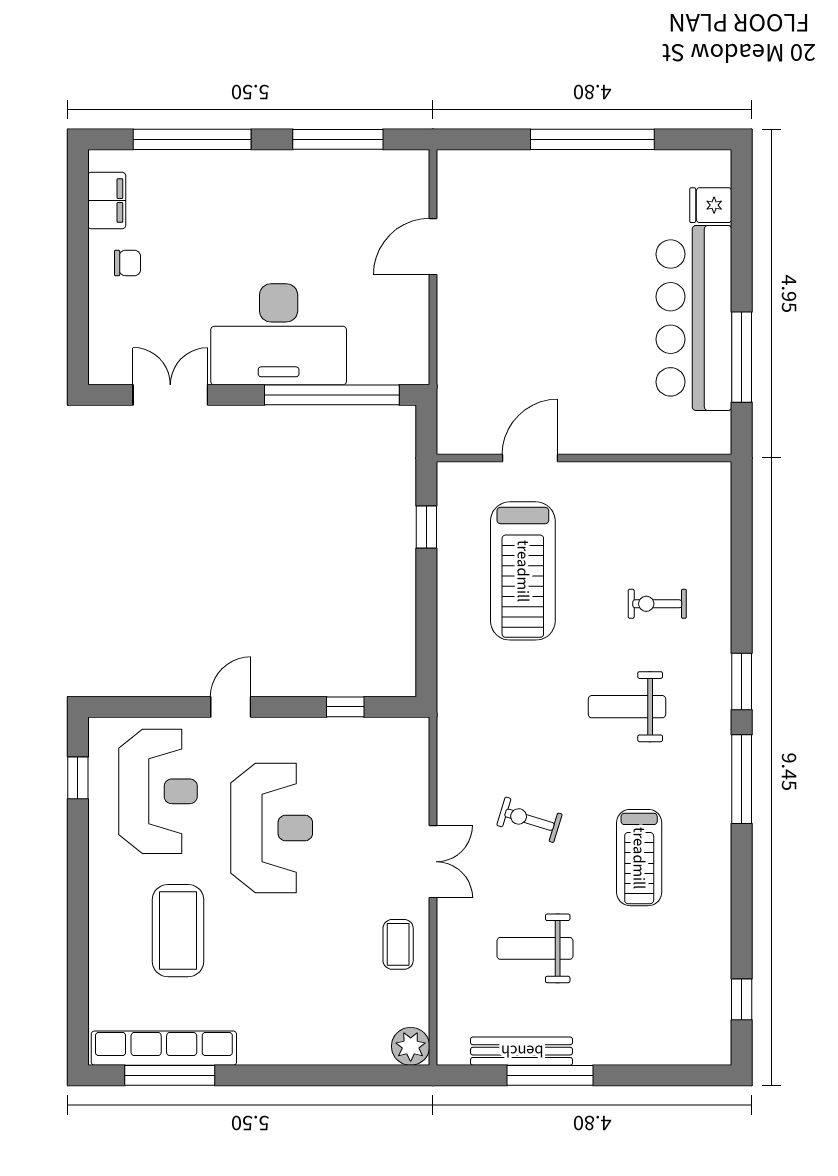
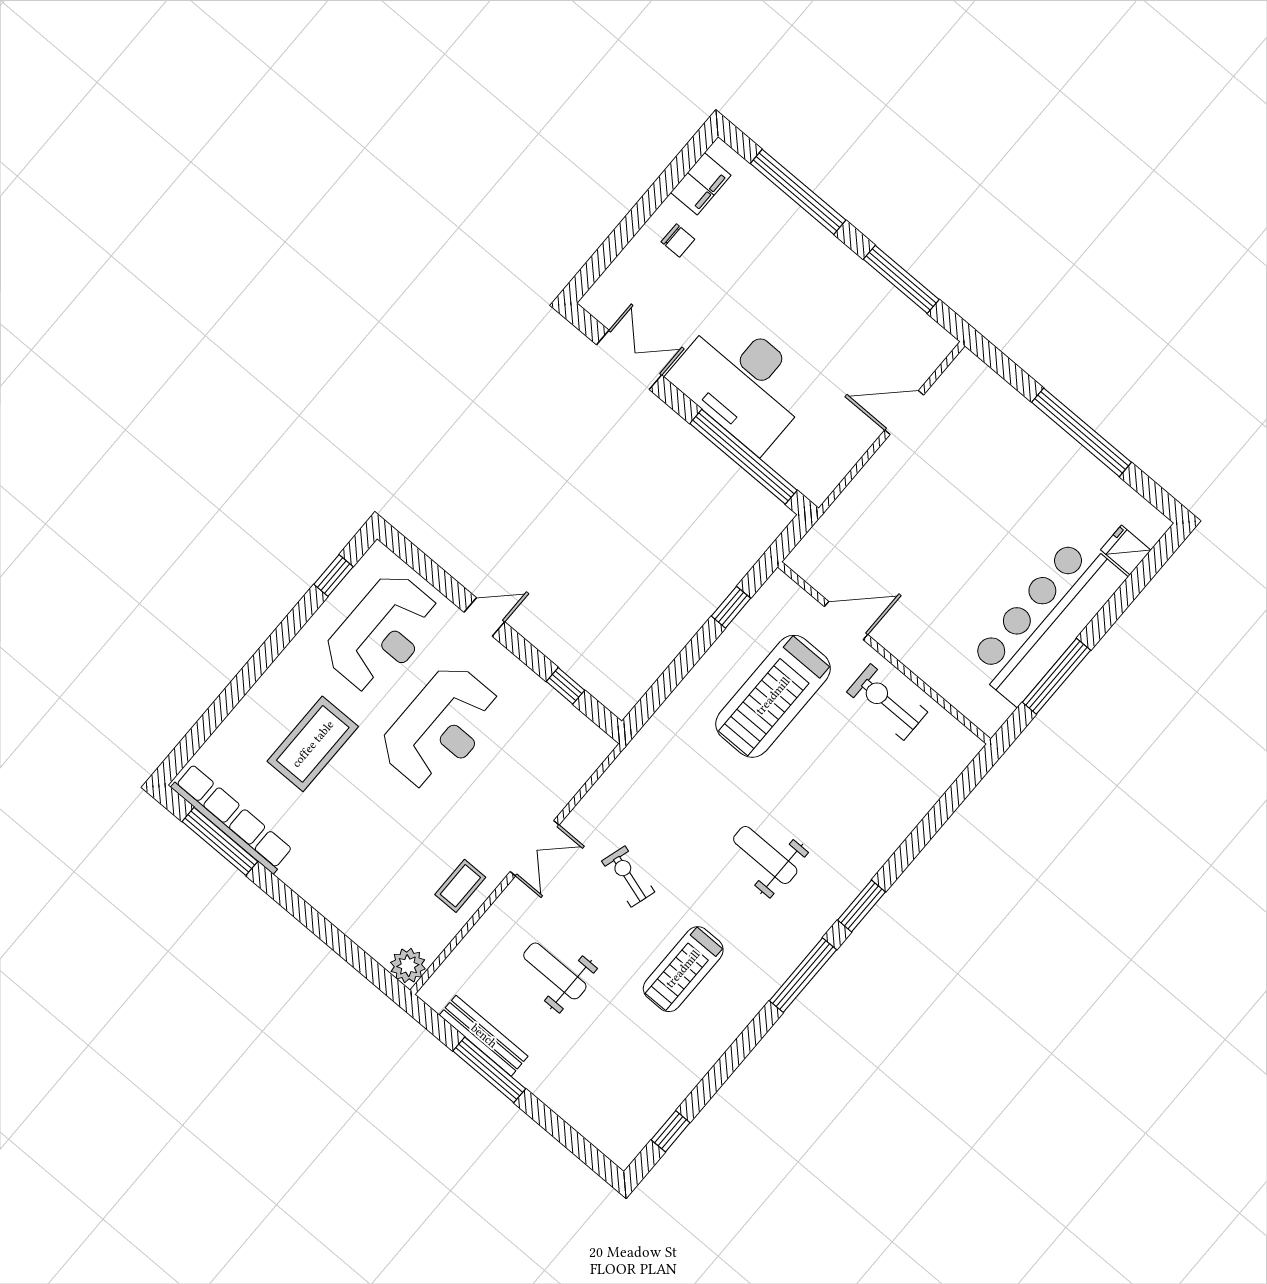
exercise bike: (657, 604) -> (887, 702), moved, width x1.38, depth x1.39

